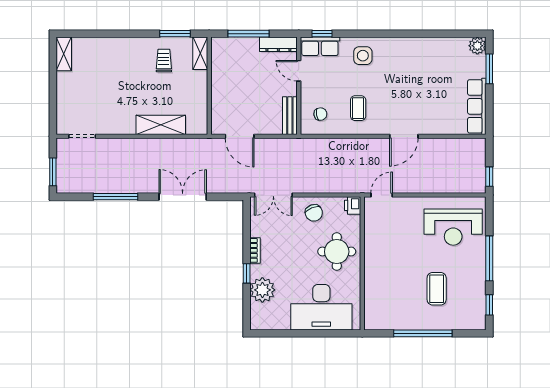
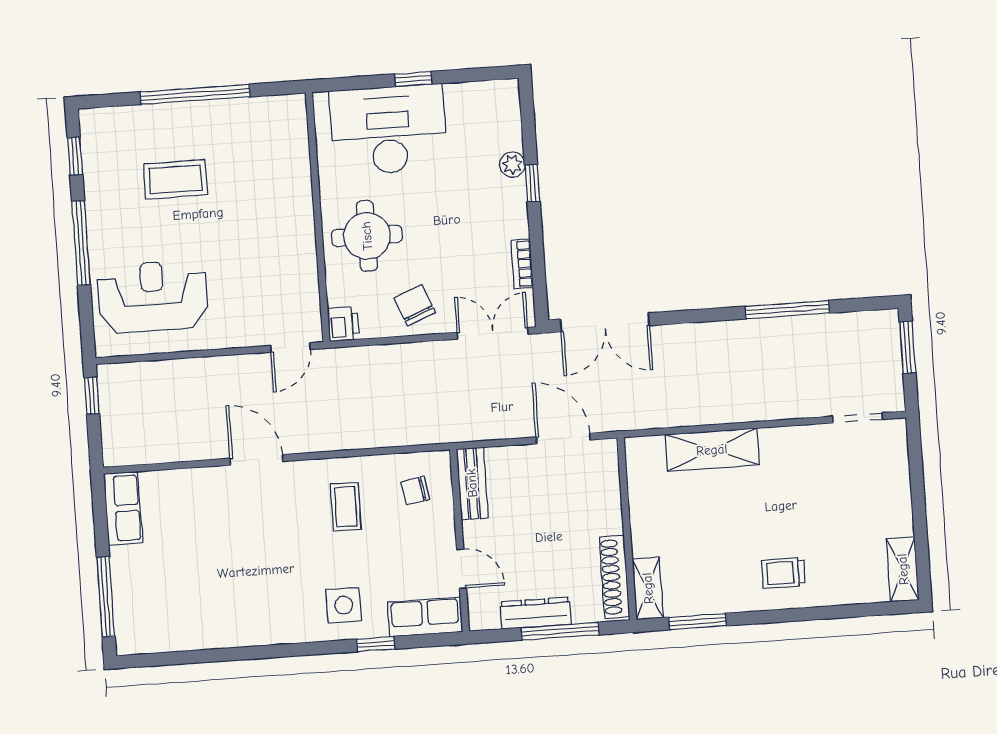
window: (322, 34) -> (376, 644), moved
dresser: (278, 44) -> (536, 613), moved
plant: (477, 46) -> (131, 639), removed
trolley: (164, 61) -> (783, 573), moved, turned 90
shoe rack: (218, 61) -> (614, 577), added
window: (489, 69) -> (106, 597), width x1.44
row of seats: (477, 106) -> (123, 508), width x0.68
door: (404, 136) -> (256, 460), hinge flipped
double door: (183, 197) -> (605, 322), moved
bookcase: (255, 250) -> (522, 264), moved
coffee table: (437, 289) -> (175, 179), turned 90
plant: (262, 290) -> (512, 165), width x0.53, depth x0.53
window: (306, 333) -> (413, 79), added

